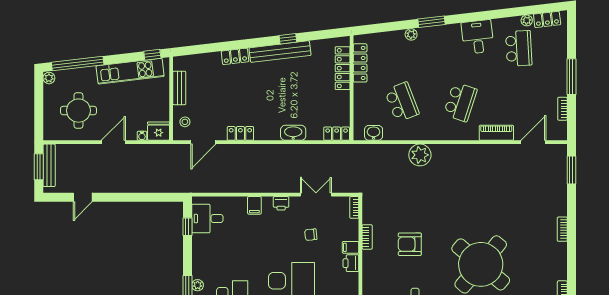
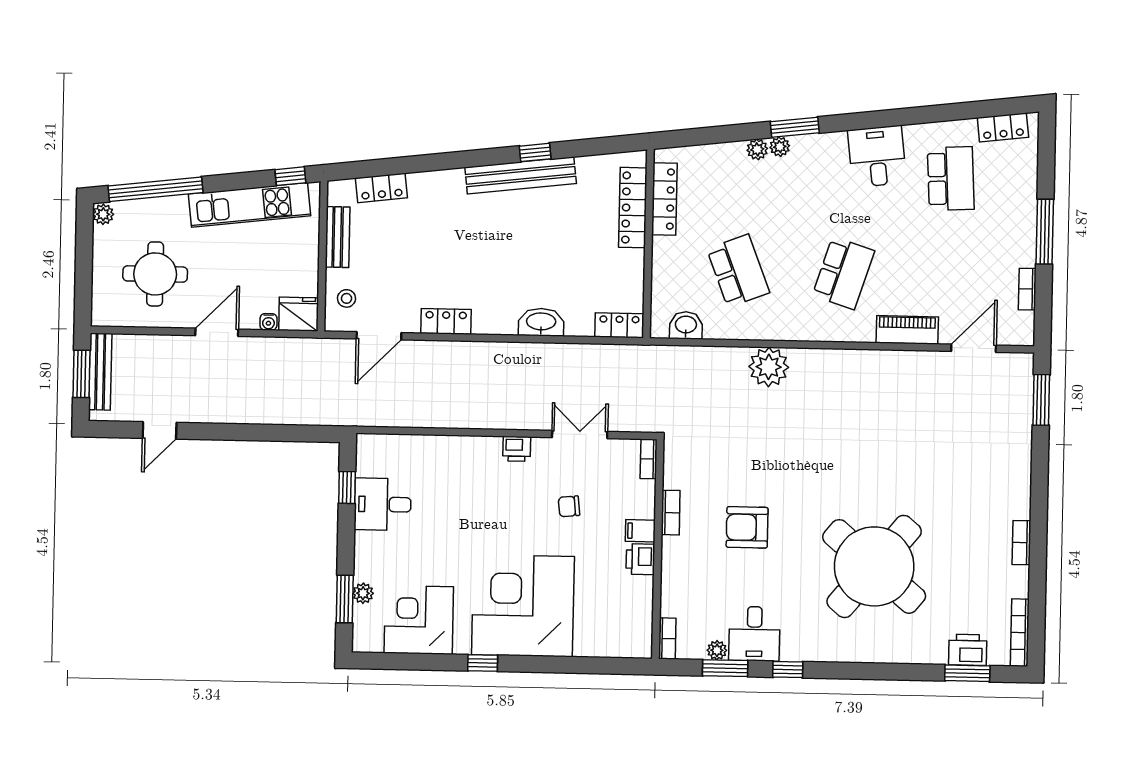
plant: (527, 20) -> (780, 147), moved
locker: (235, 56) -> (381, 188), moved
filing cabinet: (254, 205) -> (469, 451), removed
desk: (207, 219) -> (383, 504), moved
bookcase: (562, 229) -> (1021, 543), moved

